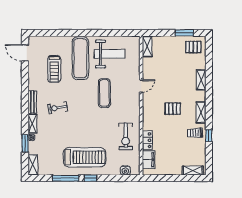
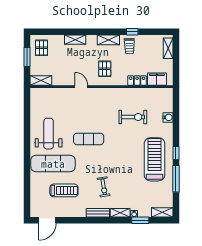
shelving: (147, 46) -> (41, 81), moved
door: (141, 86) -> (81, 87), moved
wall: (141, 105) -> (101, 87), moved
locker: (147, 140) -> (137, 80), moved
filing cabinet: (149, 160) -> (157, 79), moved

